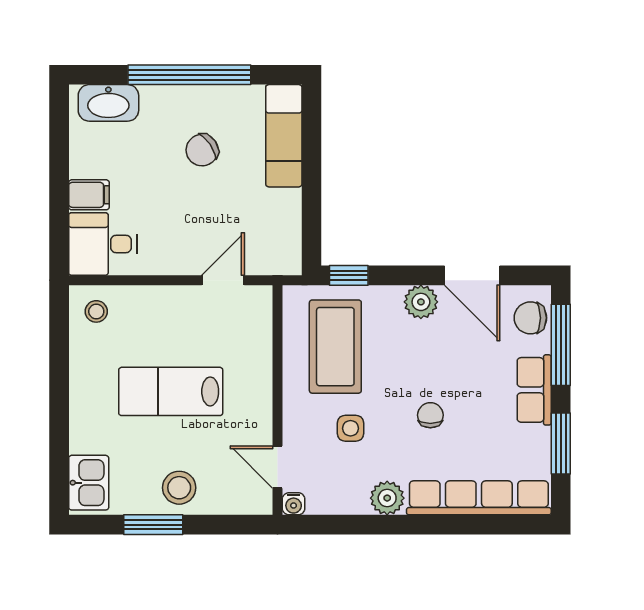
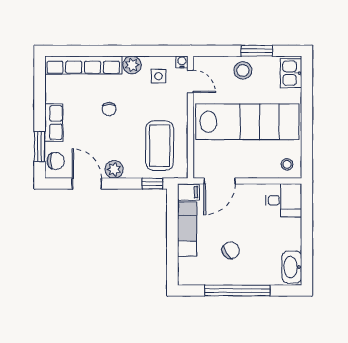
washbasin: (108, 103) -> (292, 267), moved, turned -90
exam couch: (284, 136) -> (187, 229), moved
filing cabinet: (89, 195) -> (188, 192), moved, turned 180
door: (223, 280) -> (220, 181), width x1.38
window: (561, 345) -> (40, 147), width x0.69
lab bench: (171, 391) -> (247, 122), width x1.86, depth x1.39
side table: (351, 428) -> (158, 76), moved
window: (561, 444) -> (40, 94), removed

